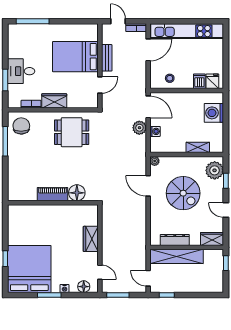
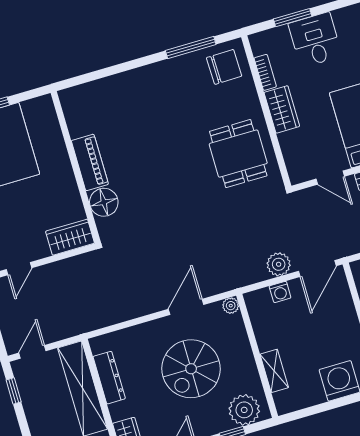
floor lamp: (77, 193) -> (104, 202), moved
piano: (53, 194) -> (90, 162), moved
wall: (53, 203) -> (76, 167), moved

